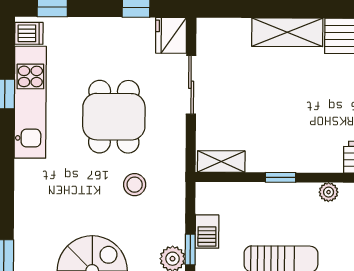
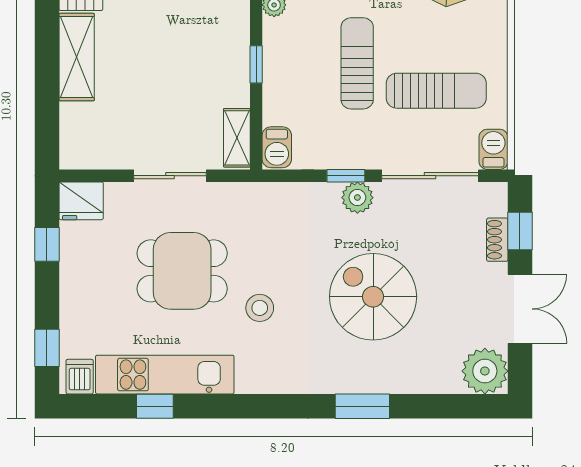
sliding door: (191, 85) -> (170, 176), moved
stool: (135, 185) -> (260, 308), moved
barbecue: (207, 232) -> (277, 147), moved, turned 90

